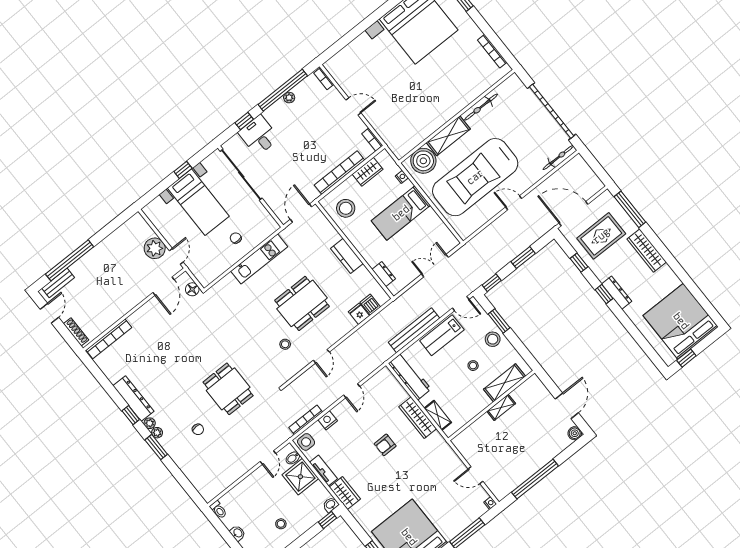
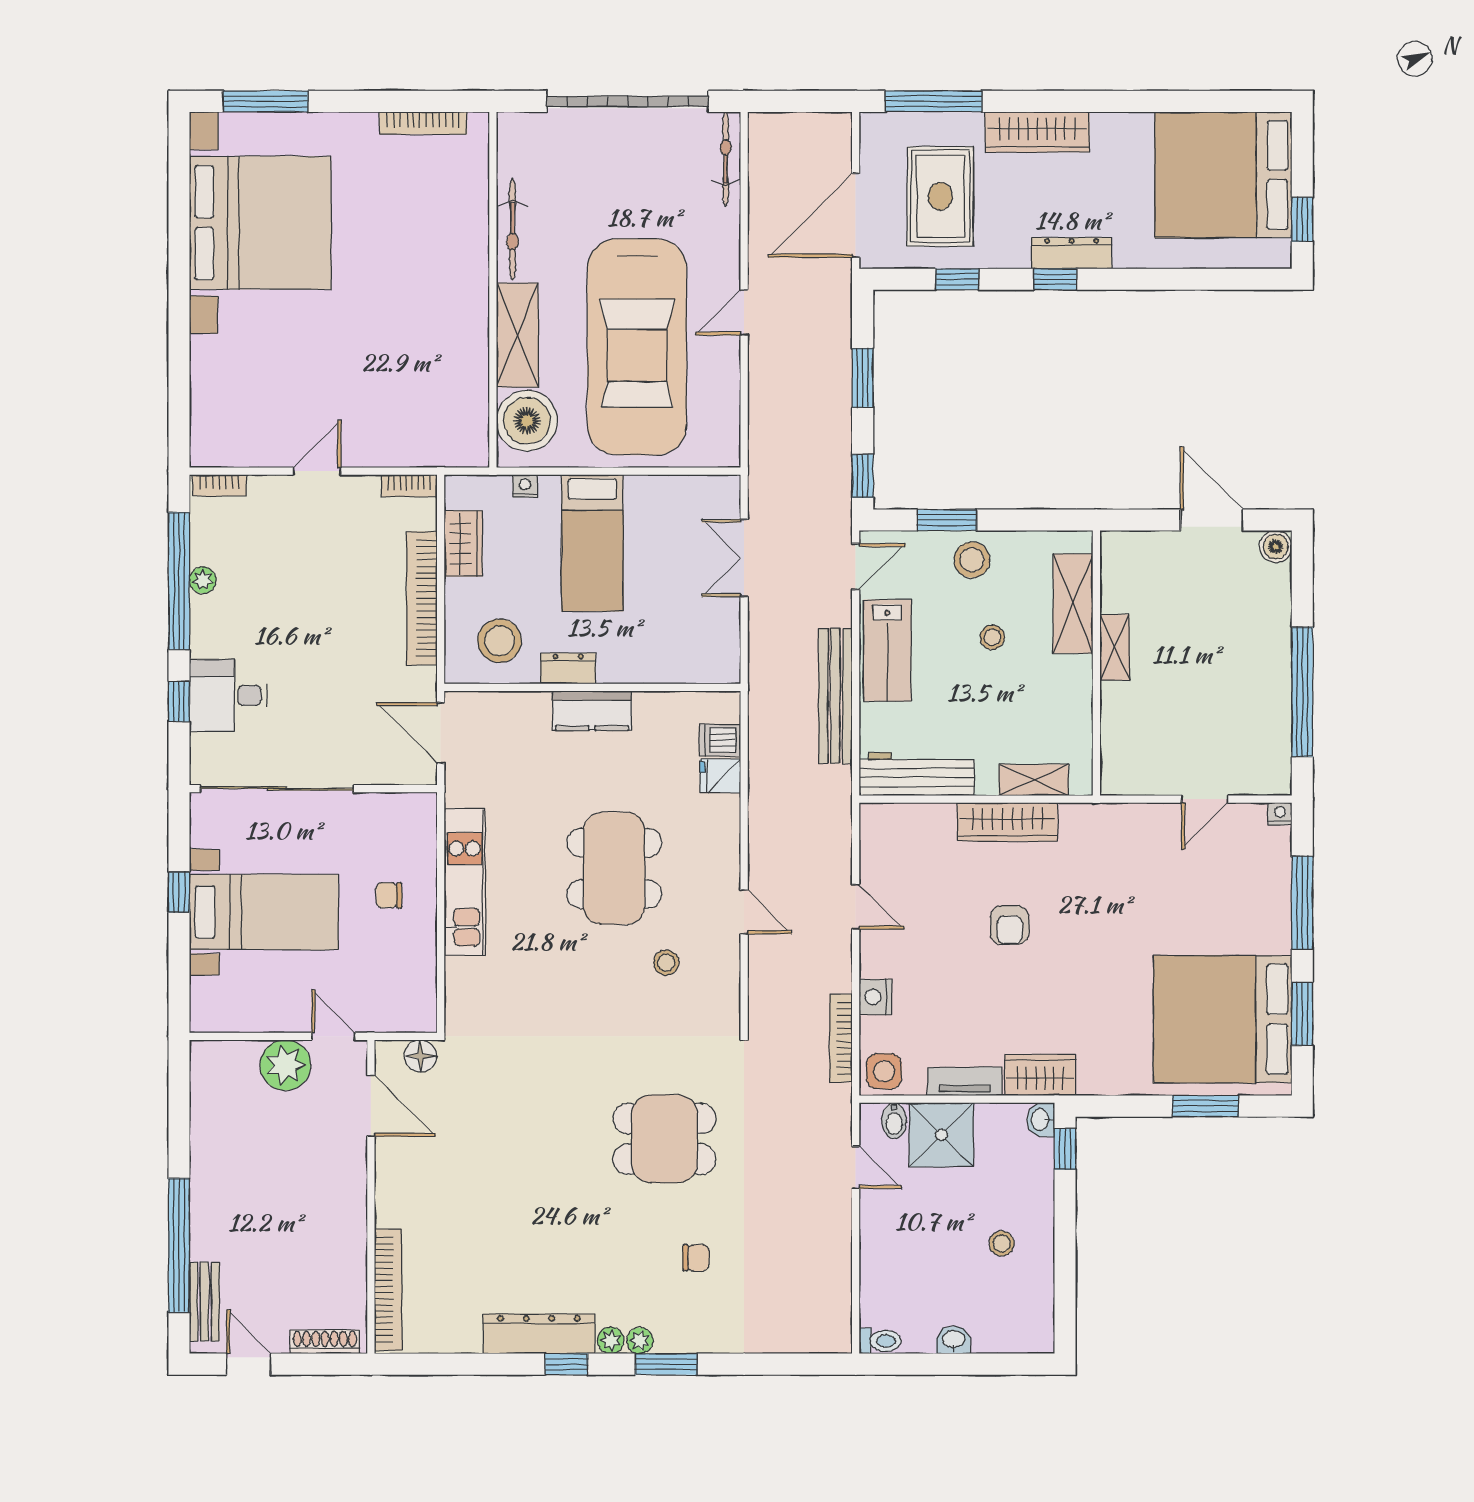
dresser: (384, 274) -> (568, 669), moved

